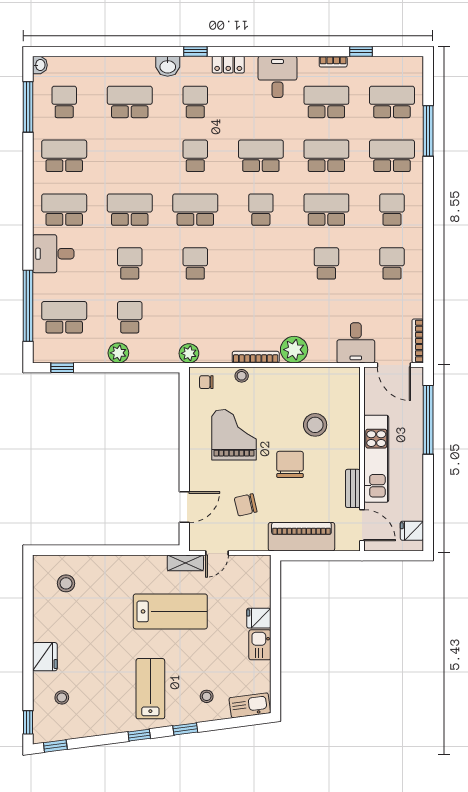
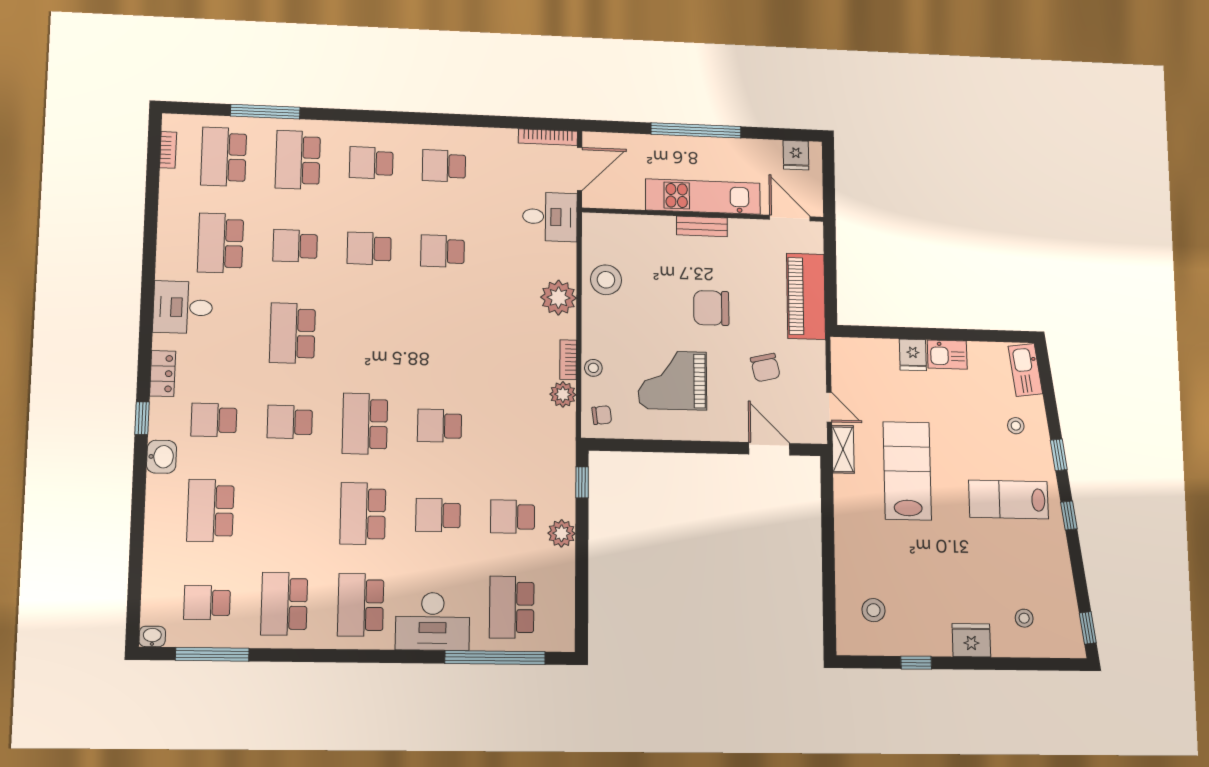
window: (361, 51) -> (152, 195), removed
bookcase: (333, 62) -> (168, 150), moved
school desk: (326, 156) -> (295, 246), width x0.54
school desk: (261, 210) -> (367, 335), removed
school desk: (326, 210) -> (369, 248), width x0.54
desk: (53, 254) -> (433, 621), width x1.37
plant: (189, 353) -> (563, 394), moved
bookcase: (256, 357) -> (568, 360), width x0.64
window: (62, 368) -> (582, 482), moved
chair: (206, 382) -> (602, 415), turned -97
window: (428, 420) -> (696, 130), moved
stool: (315, 425) -> (606, 280), moved
bench: (353, 488) -> (702, 226), moved
door: (362, 525) -> (790, 218), hinge flipped
window: (28, 722) -> (916, 663), moved

